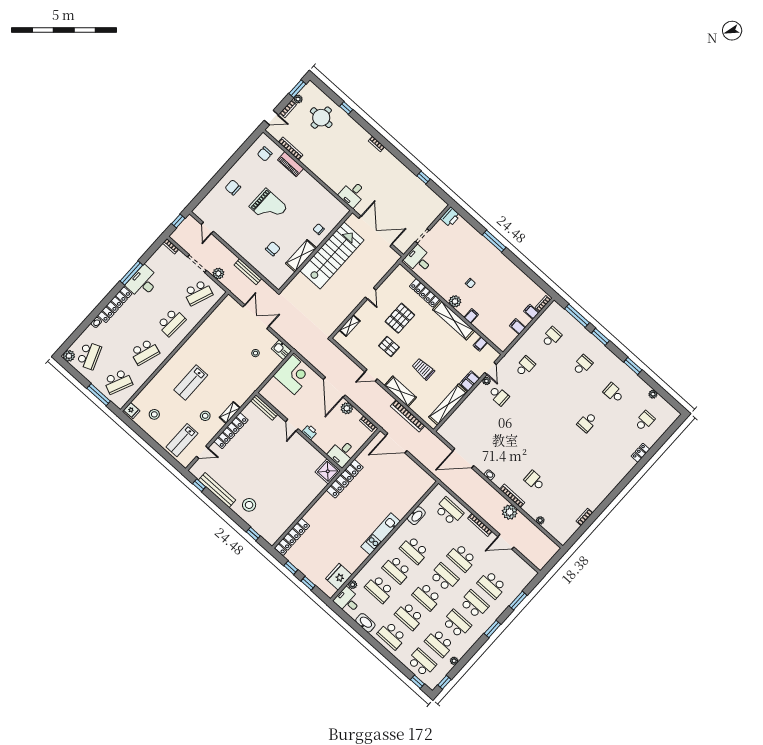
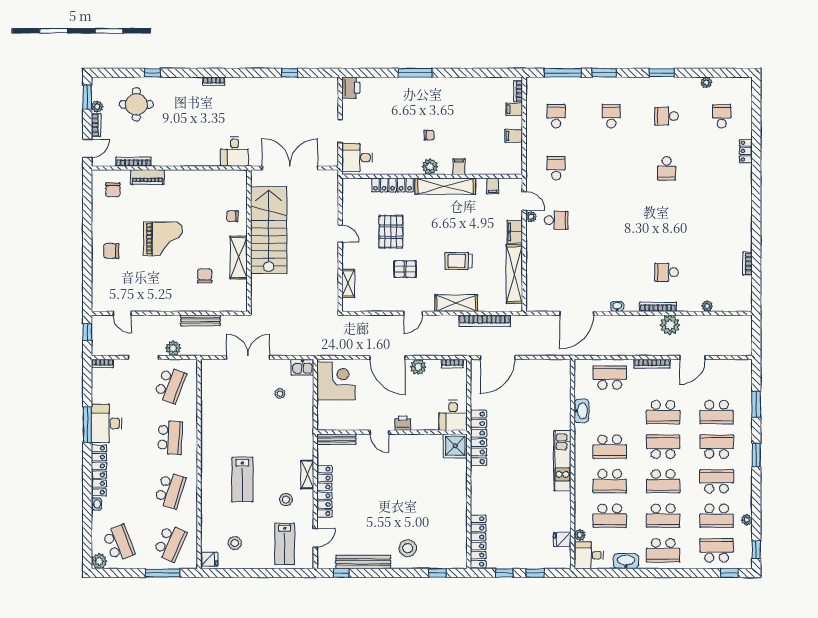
fridge: (339, 577) -> (562, 539), width x0.53, depth x0.75

